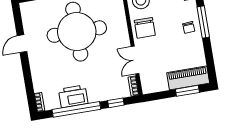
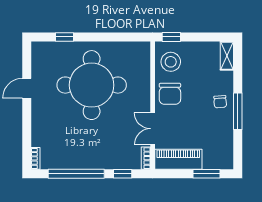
window: (203, 22) -> (238, 111), moved
piano: (188, 78) -> (178, 159), moved
printer: (73, 96) -> (75, 158), removed

